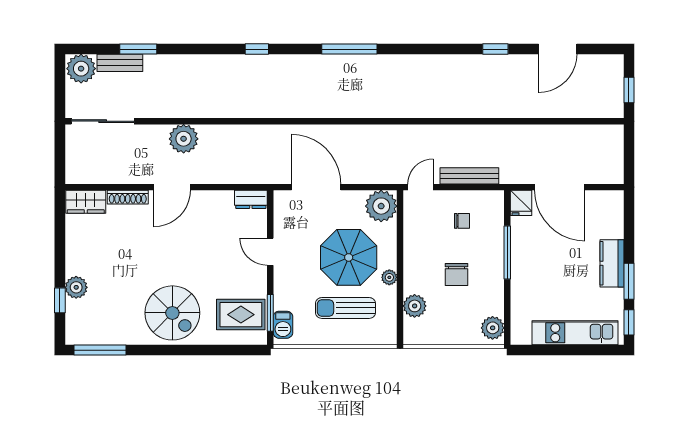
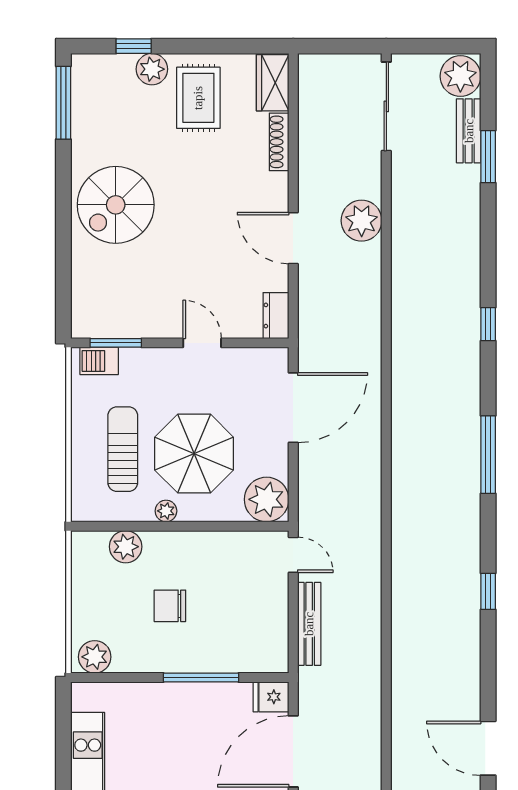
window: (495, 49) -> (488, 591), moved
door: (172, 187) -> (293, 238), moved
chair: (462, 221) -> (246, 613), removed
door: (270, 252) -> (202, 343), hinge flipped
rug: (241, 315) -> (198, 98), moved

